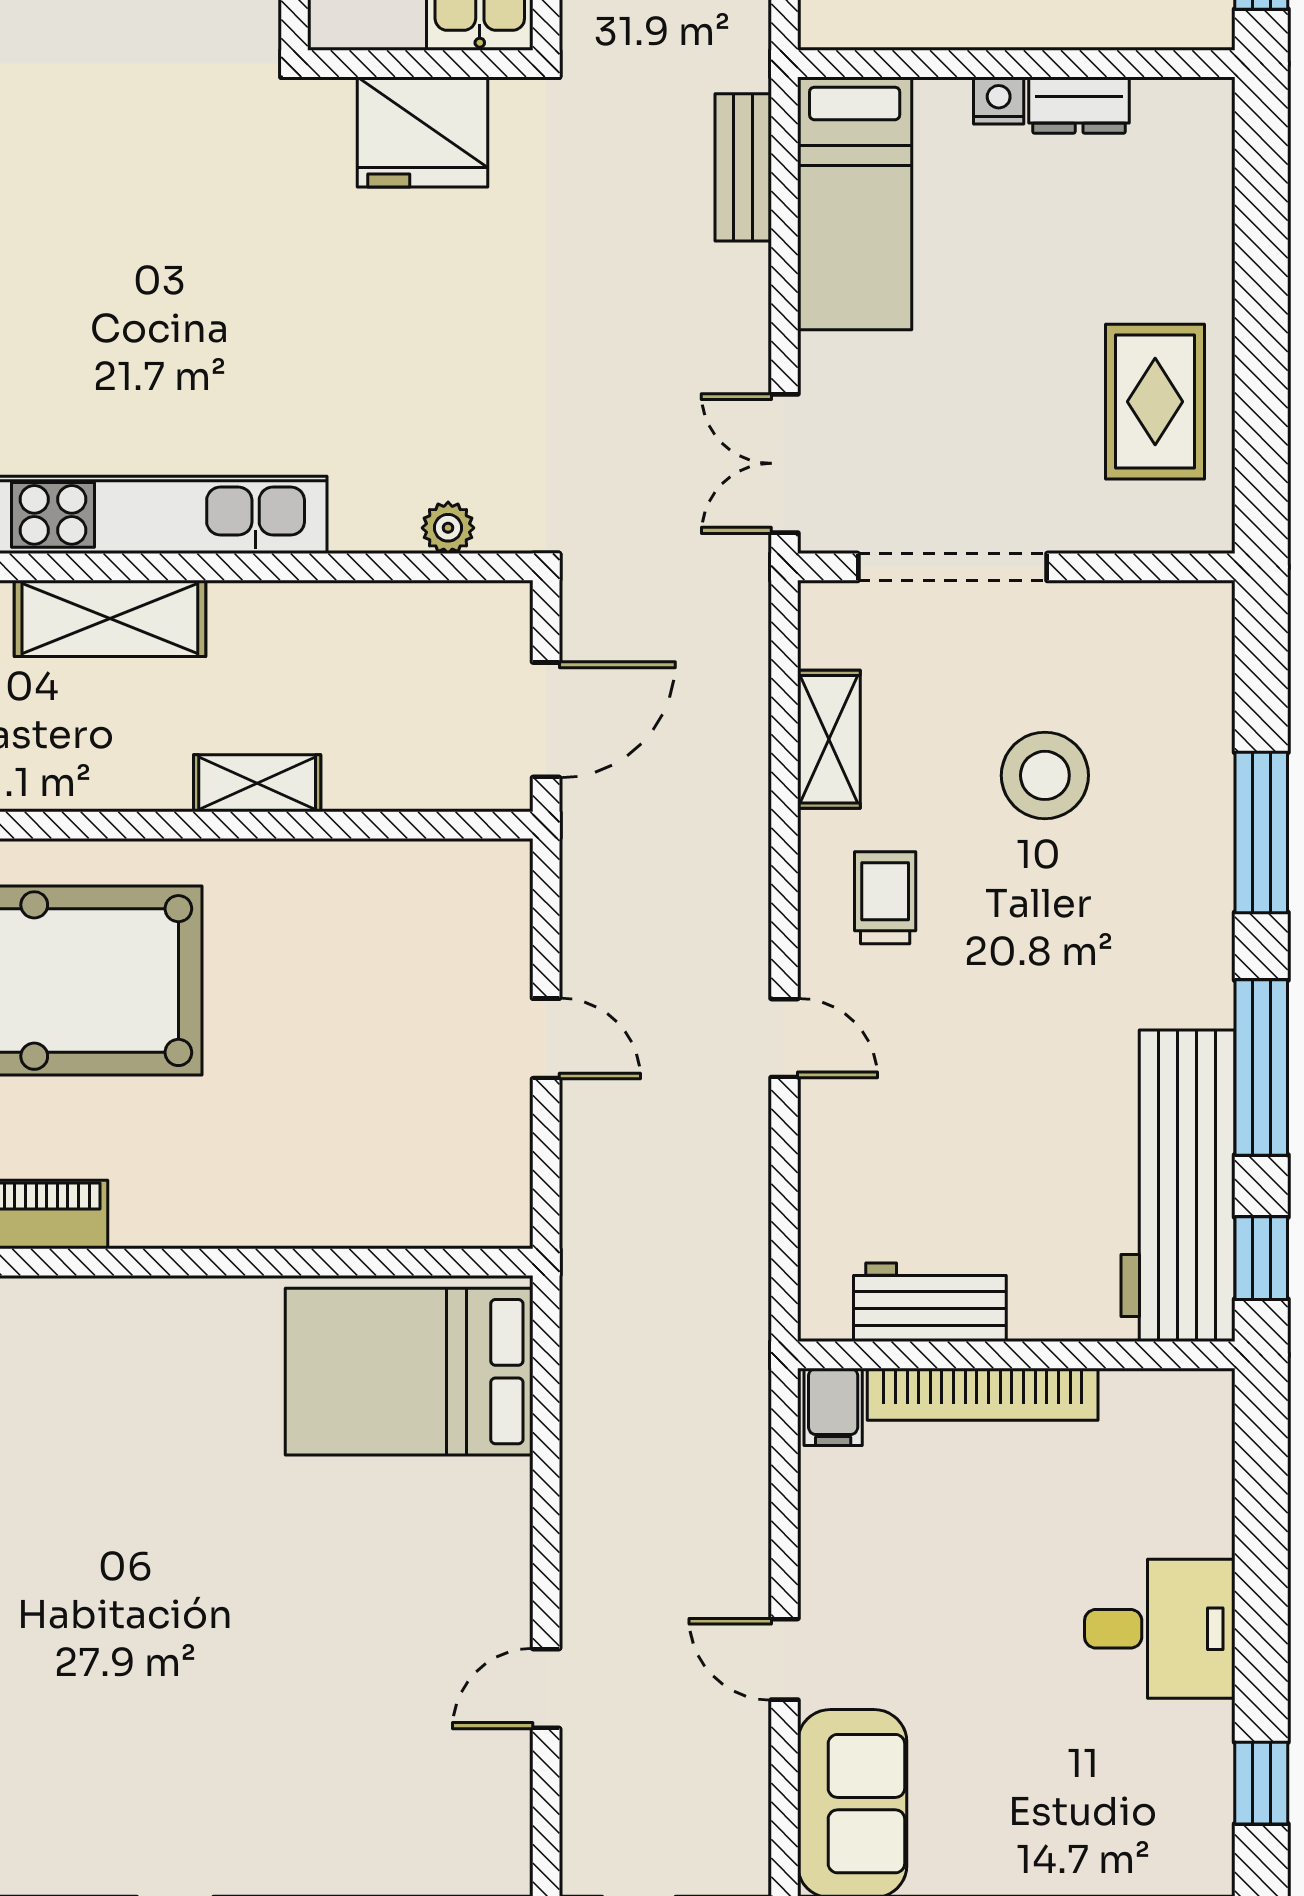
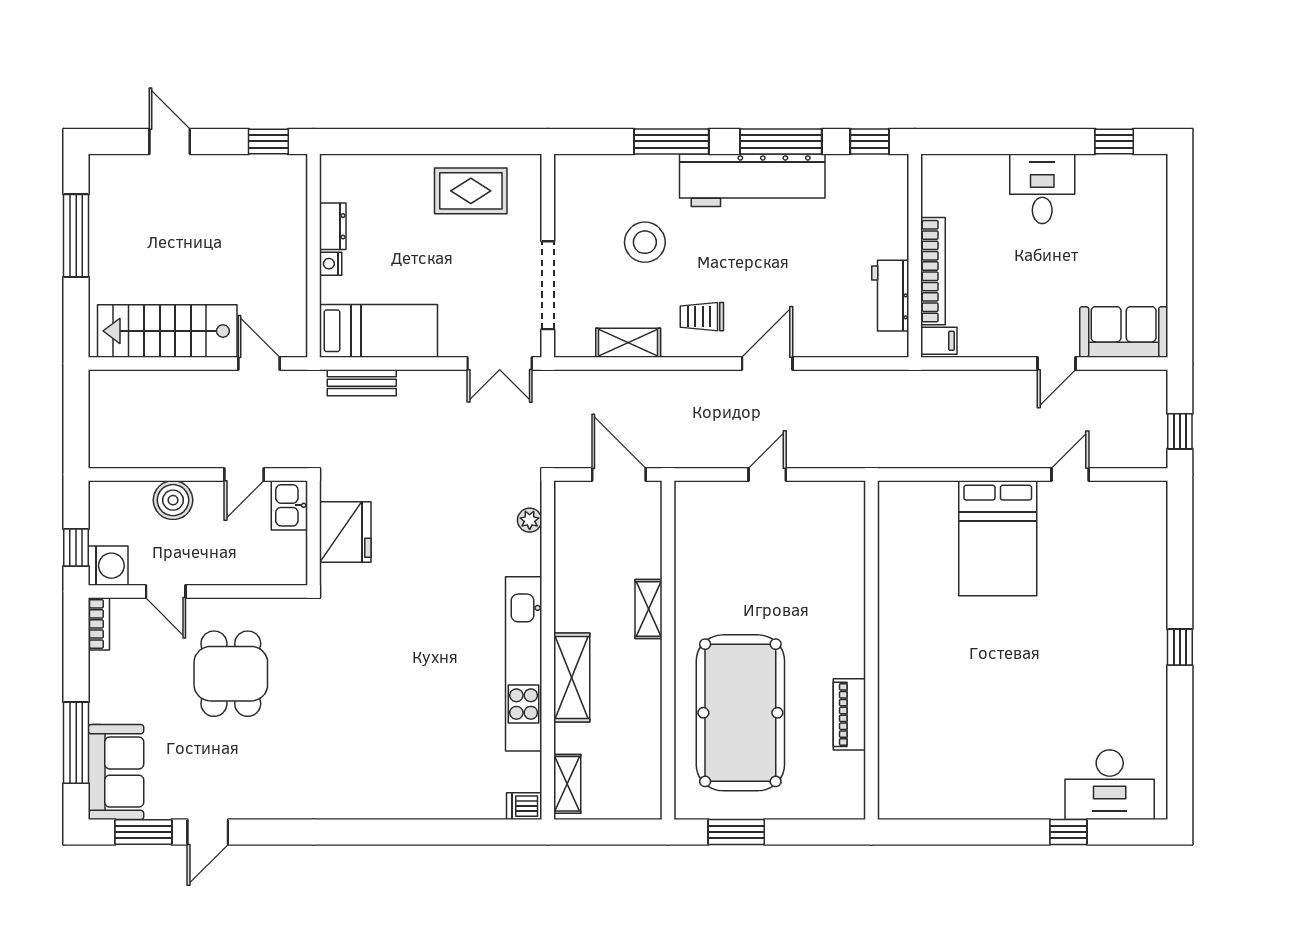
door: (784, 1038) -> (767, 363), width x1.38
workbench: (1178, 1186) -> (752, 180), moved
bed: (409, 1372) -> (998, 538), moved
door: (546, 1689) -> (1070, 474), swing flipped

